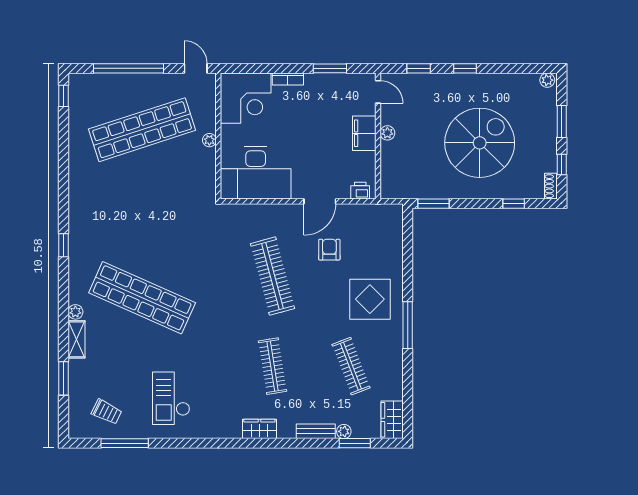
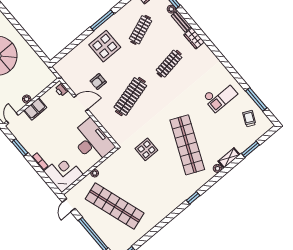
window: (433, 204) -> (40, 53), removed
window: (514, 204) -> (11, 19), removed
display table: (182, 237) -> (146, 149), added
wardrobe: (259, 429) -> (194, 38), moved

